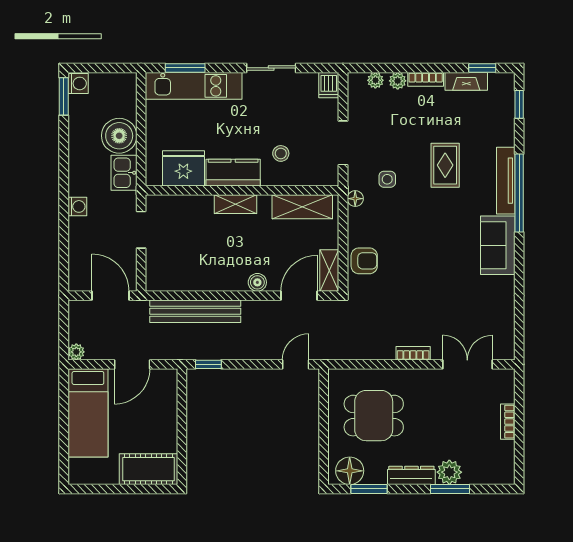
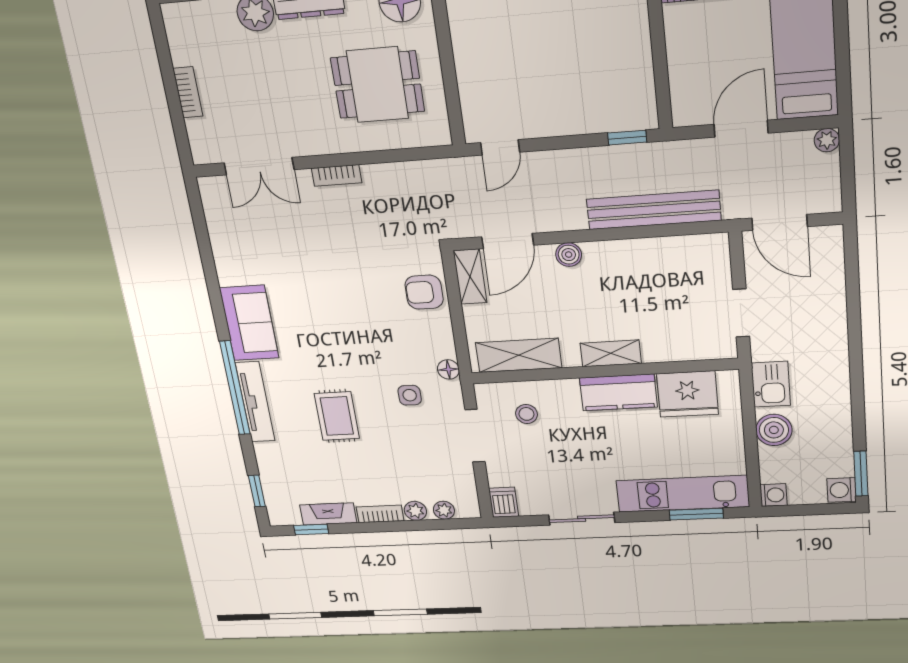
boiler: (119, 136) -> (774, 430), width x0.73, depth x0.73
stool: (281, 153) -> (526, 414), moved
washing machine: (77, 206) -> (773, 495), moved, turned 180

